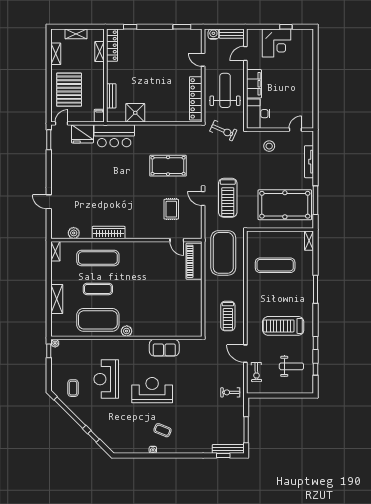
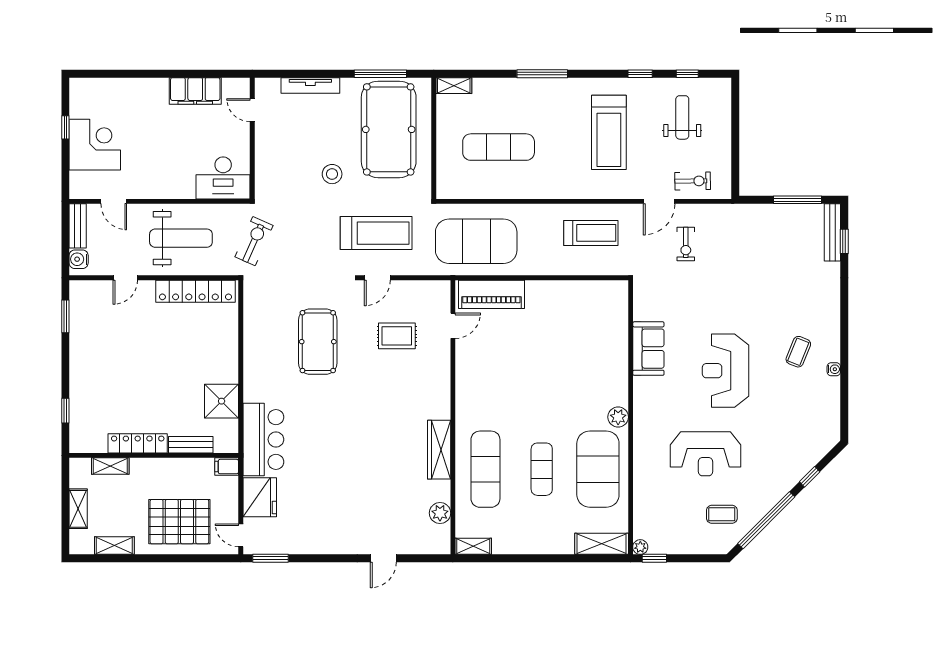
locker: (112, 45) -> (138, 443), moved
filing cabinet: (254, 84) -> (195, 91), moved, turned 180
weight bench: (225, 90) -> (181, 238), turned 180
stool: (269, 146) -> (332, 174), moved
exercise mat: (275, 265) -> (499, 147), turned 90
shelving: (57, 299) -> (602, 544), moved
exercise bike: (230, 392) -> (686, 244), moved

